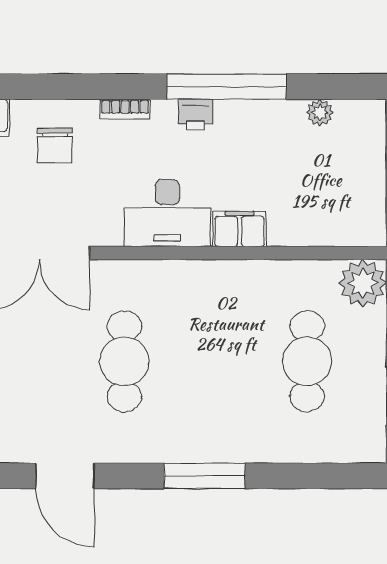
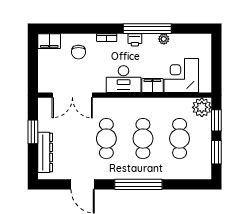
plant: (320, 113) -> (164, 39), moved
corner desk: (311, 204) -> (181, 76), added
cafe table: (216, 361) -> (143, 139), added
window: (205, 476) -> (138, 184), width x1.46

